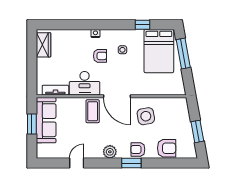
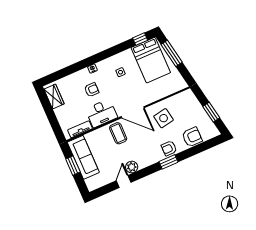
window: (143, 25) -> (140, 39), moved
armchair: (100, 56) -> (92, 90), moved
plant: (110, 152) -> (132, 167), moved

